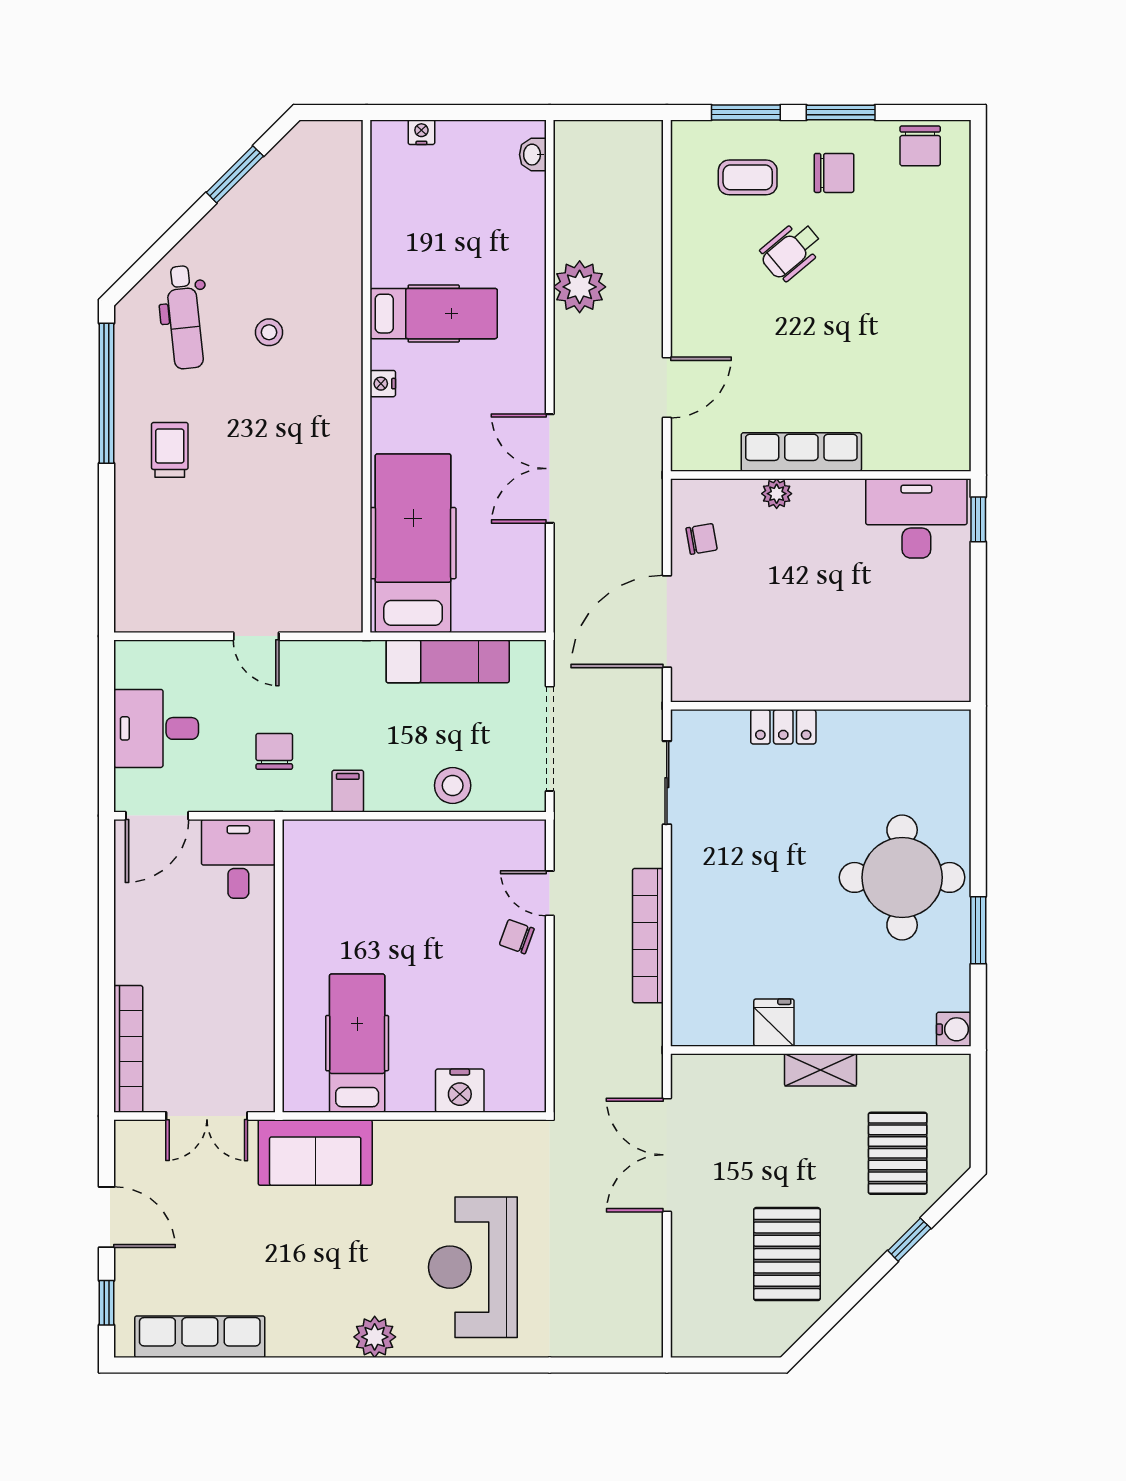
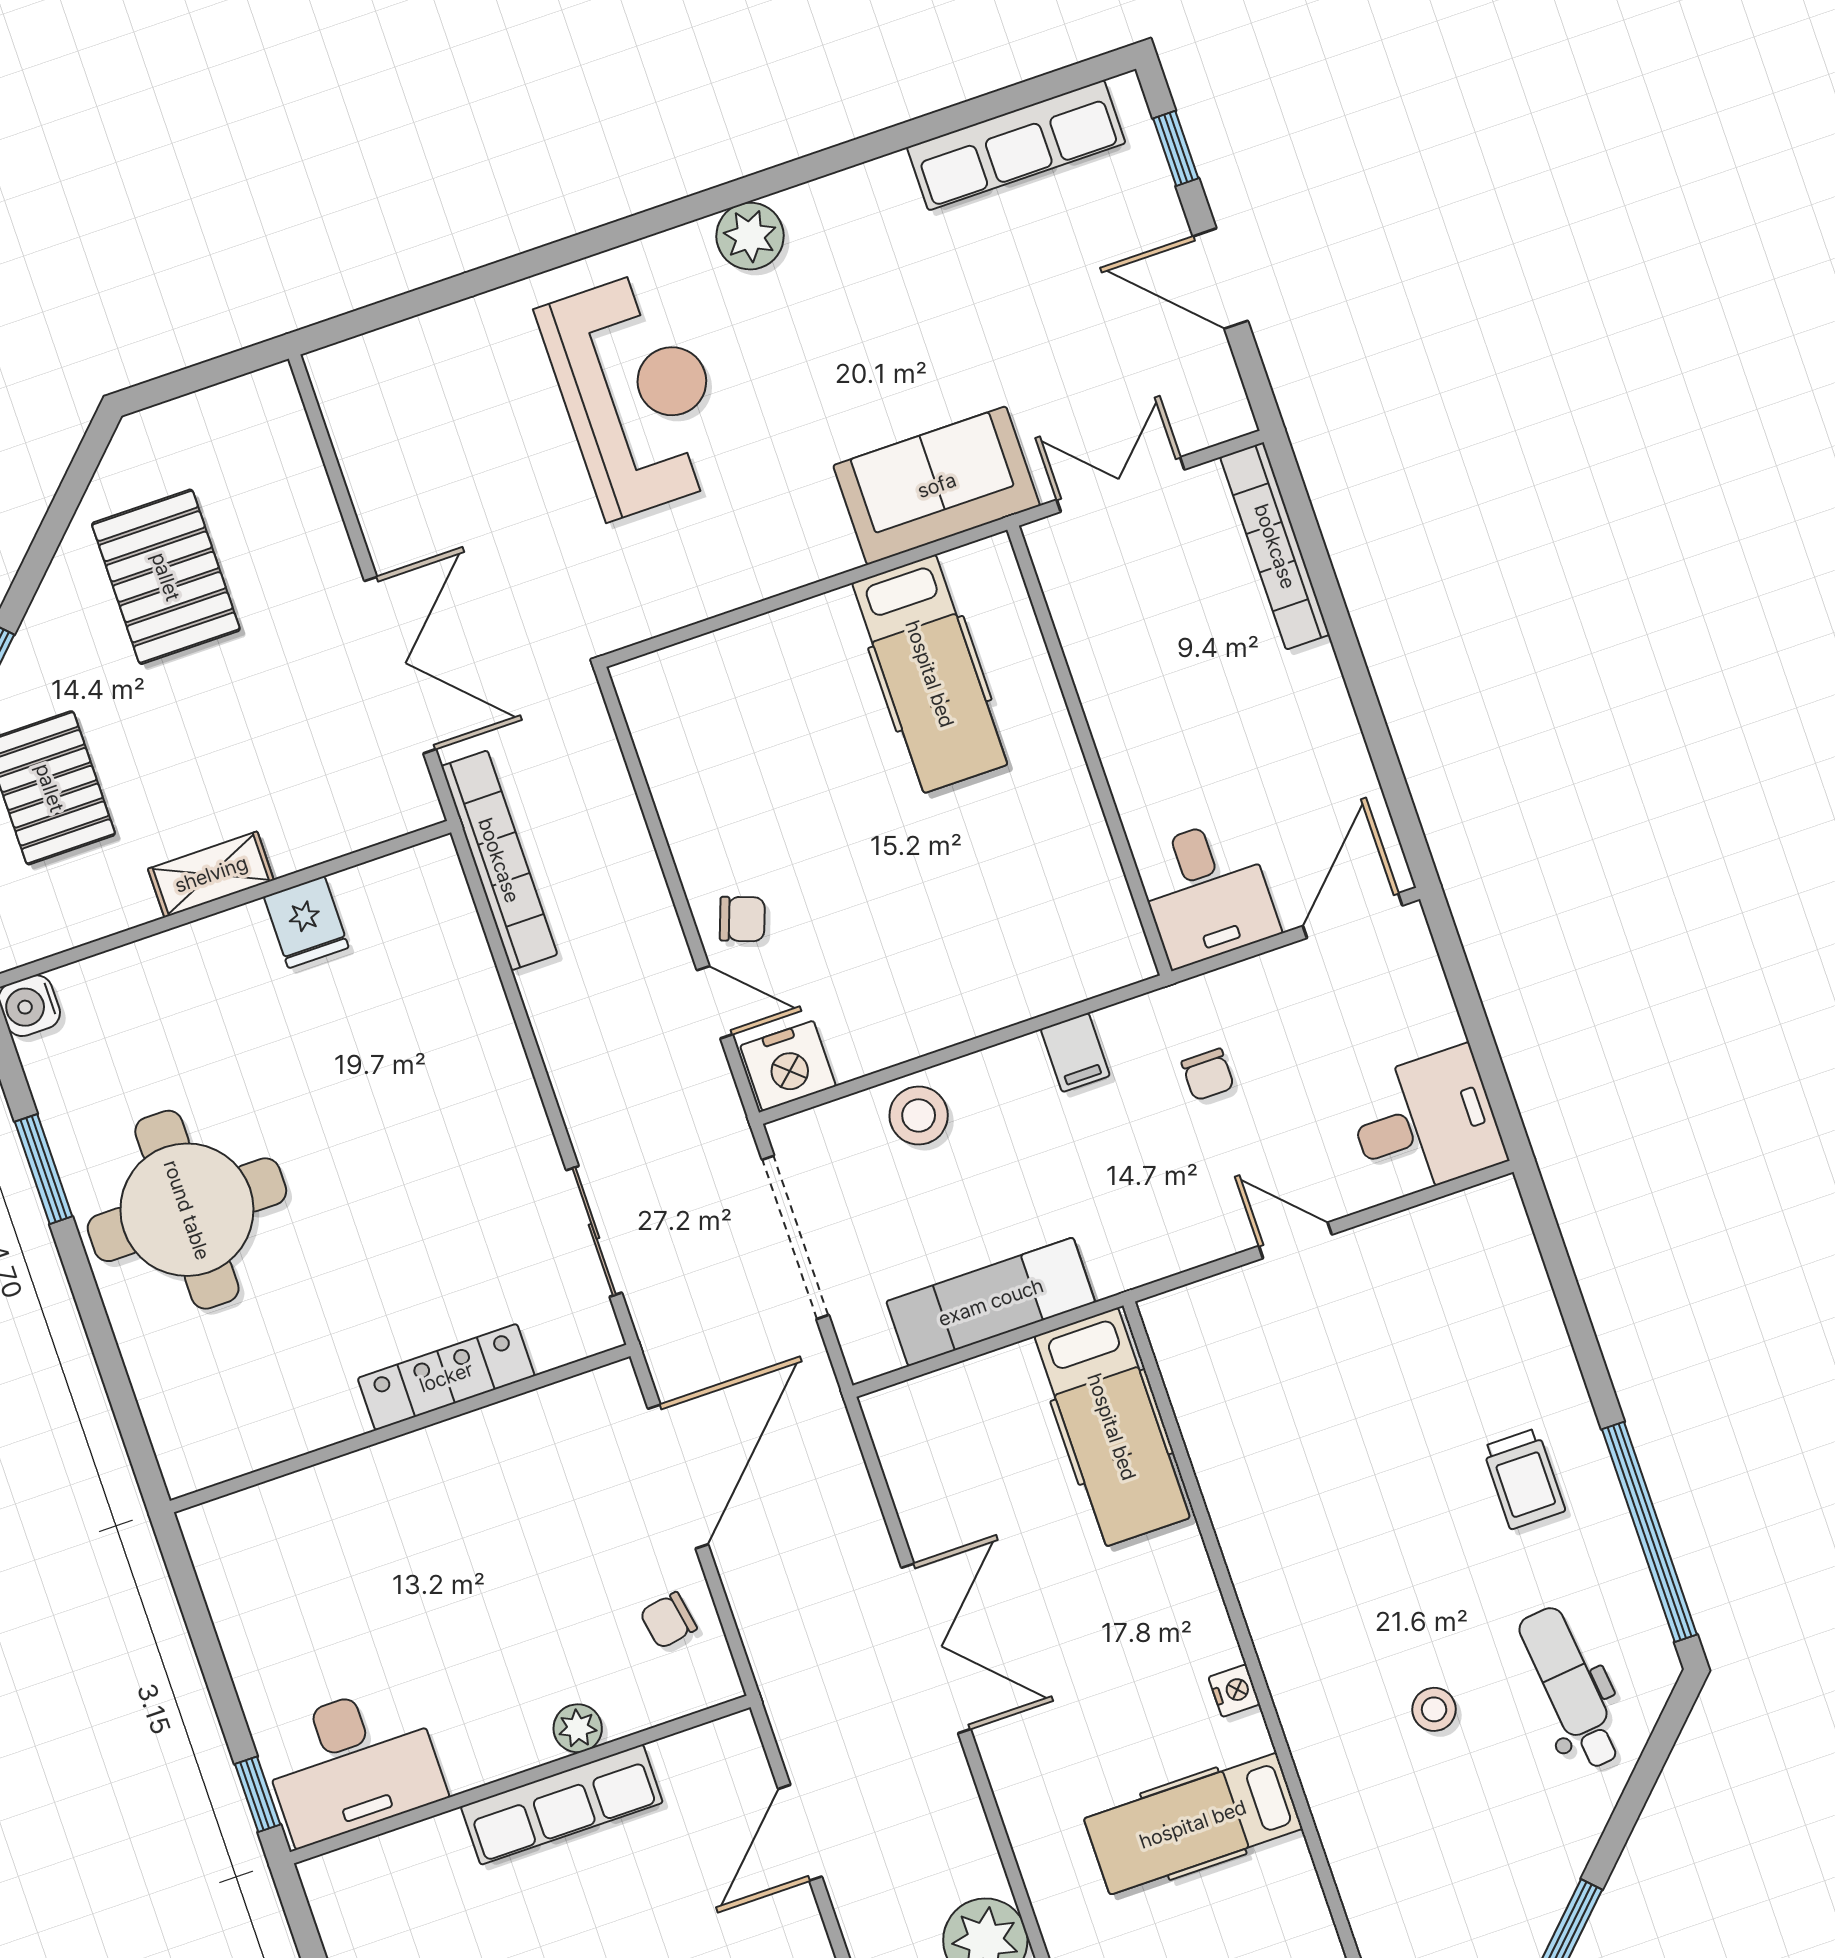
hospital bed: (413, 543) -> (1112, 1427), width x0.73, depth x0.78
locker: (783, 727) -> (446, 1377), width x1.53
desk: (156, 728) -> (1425, 1123), moved
chair: (274, 751) -> (1208, 1075), width x0.73, depth x0.73
bookcase: (648, 936) -> (499, 860), moved
nightstand: (460, 1091) -> (788, 1066), moved, turned 180

